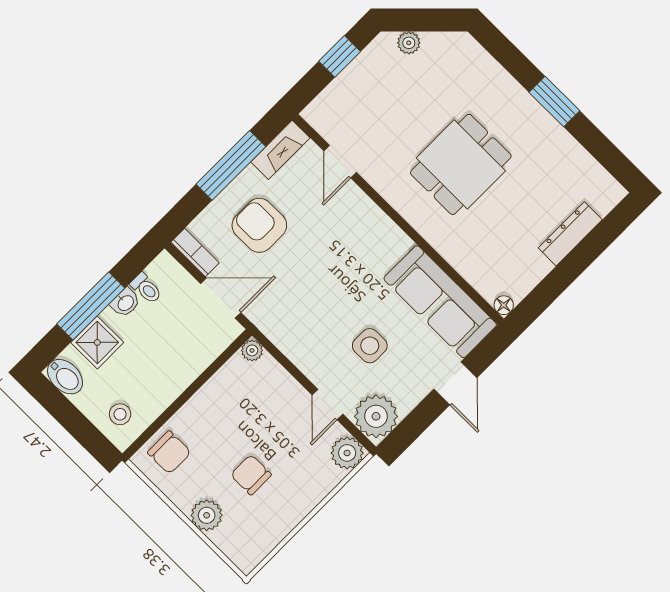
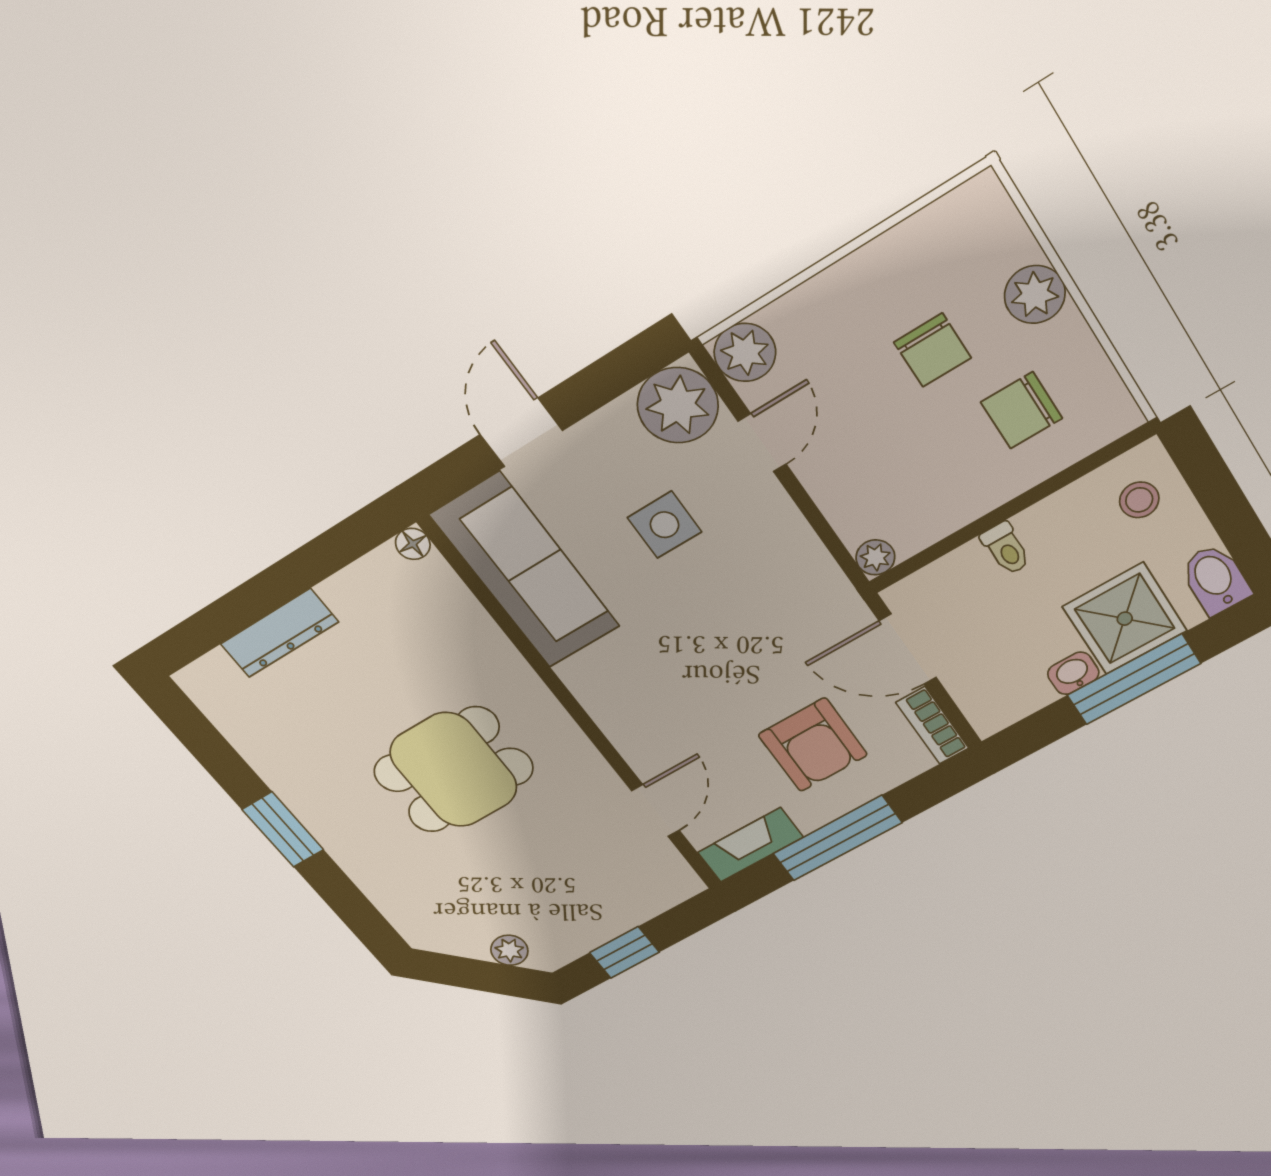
toilet: (146, 288) -> (1006, 549), moved, turned 180
shower: (97, 342) -> (1125, 619), width x1.36, depth x1.36
chair: (169, 452) -> (1022, 410), moved, turned -90

